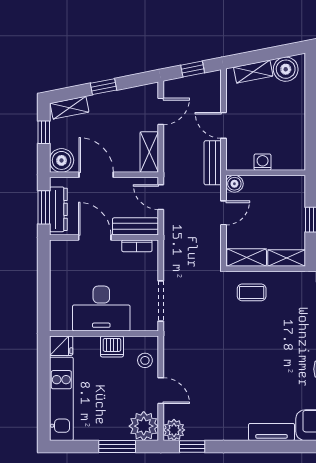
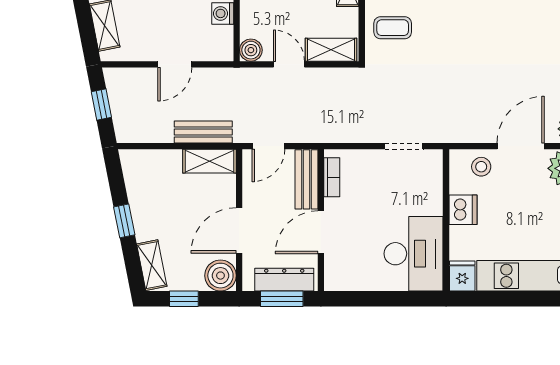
door: (161, 111) -> (157, 146), removed
bench: (213, 163) -> (203, 132), moved
shelving: (247, 258) -> (331, 50), moved, turned 90
coffee table: (252, 292) -> (393, 28), turned 90
doorway: (161, 301) -> (404, 146), width x0.73
desk: (101, 308) -> (414, 254), moved
door: (161, 391) -> (521, 146), width x1.38

